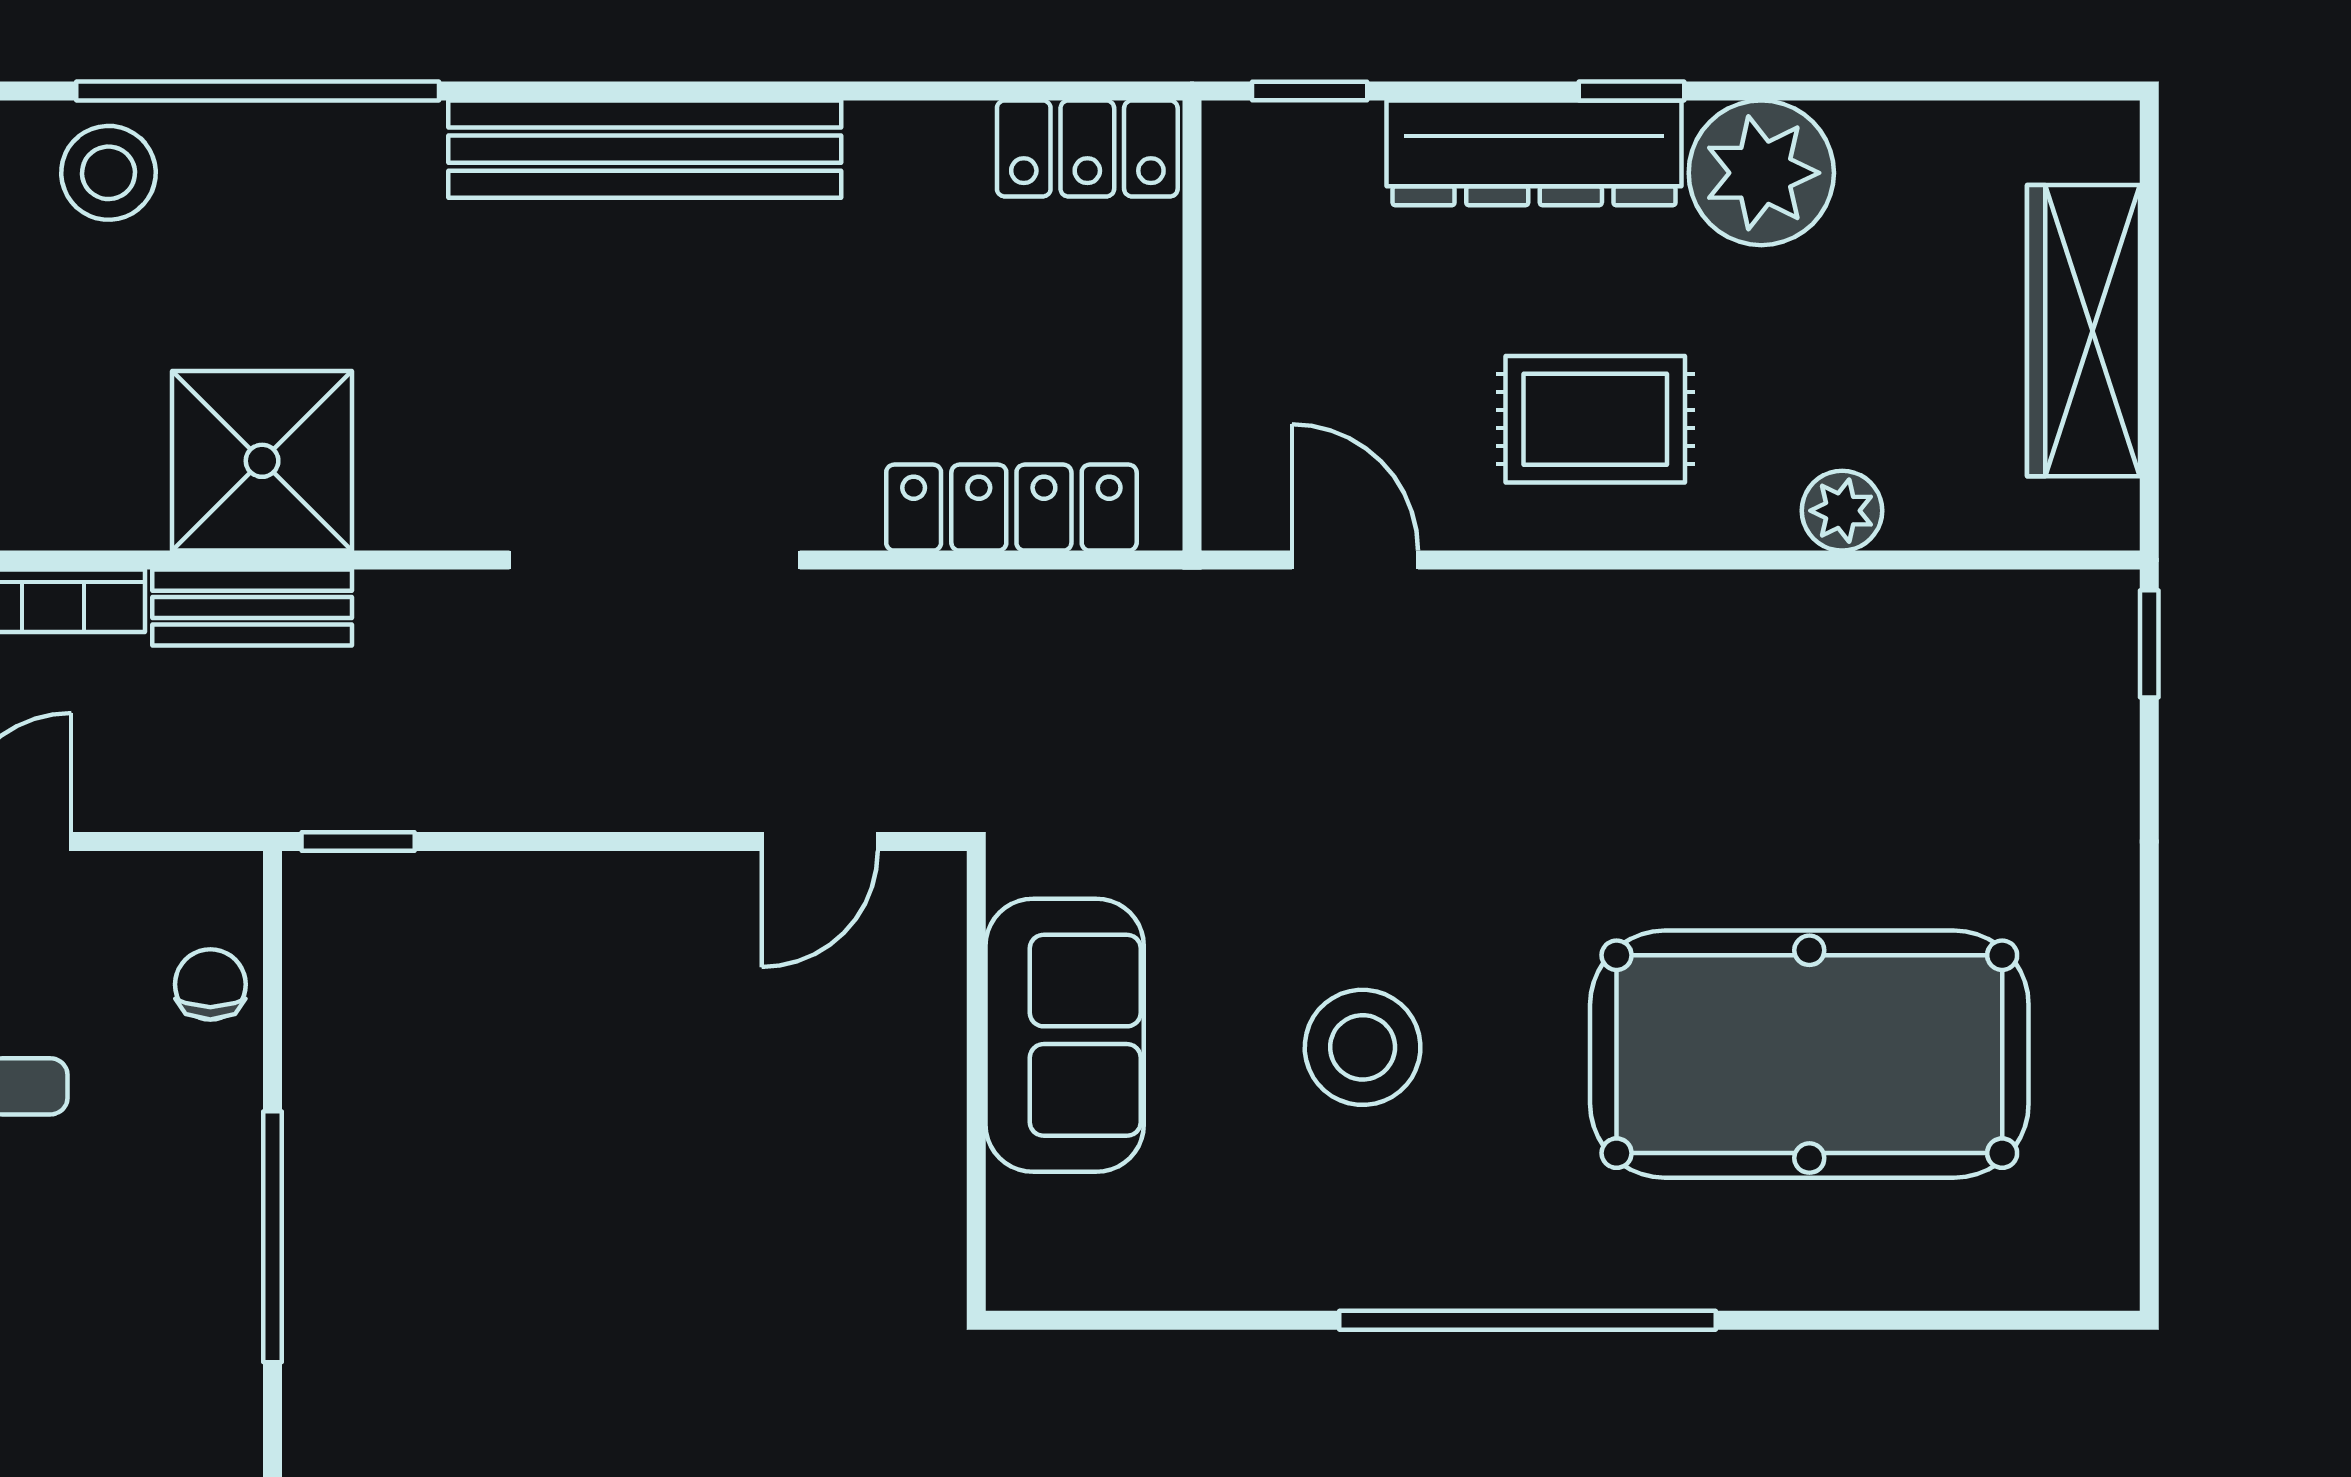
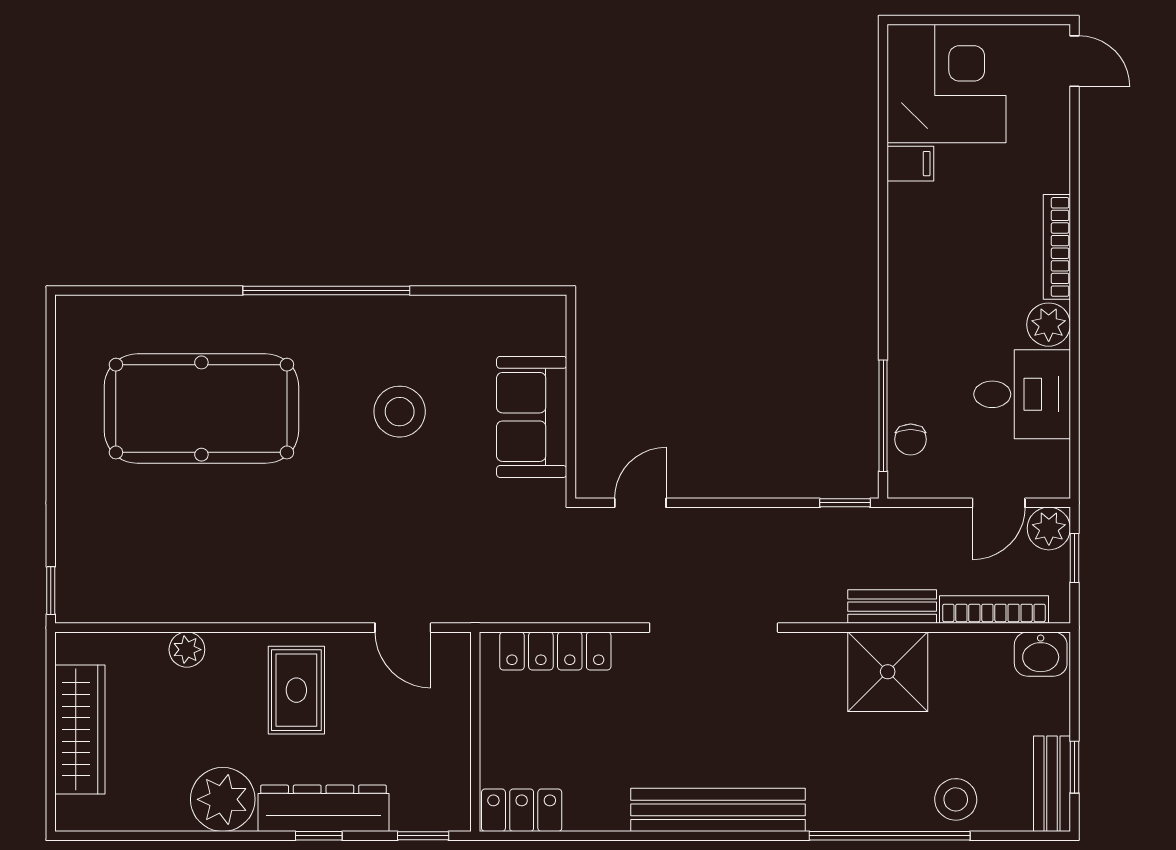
window: (1632, 91) -> (319, 836), moved
rug: (1595, 419) -> (296, 690), turned 90
window: (272, 1237) -> (883, 416), moved

